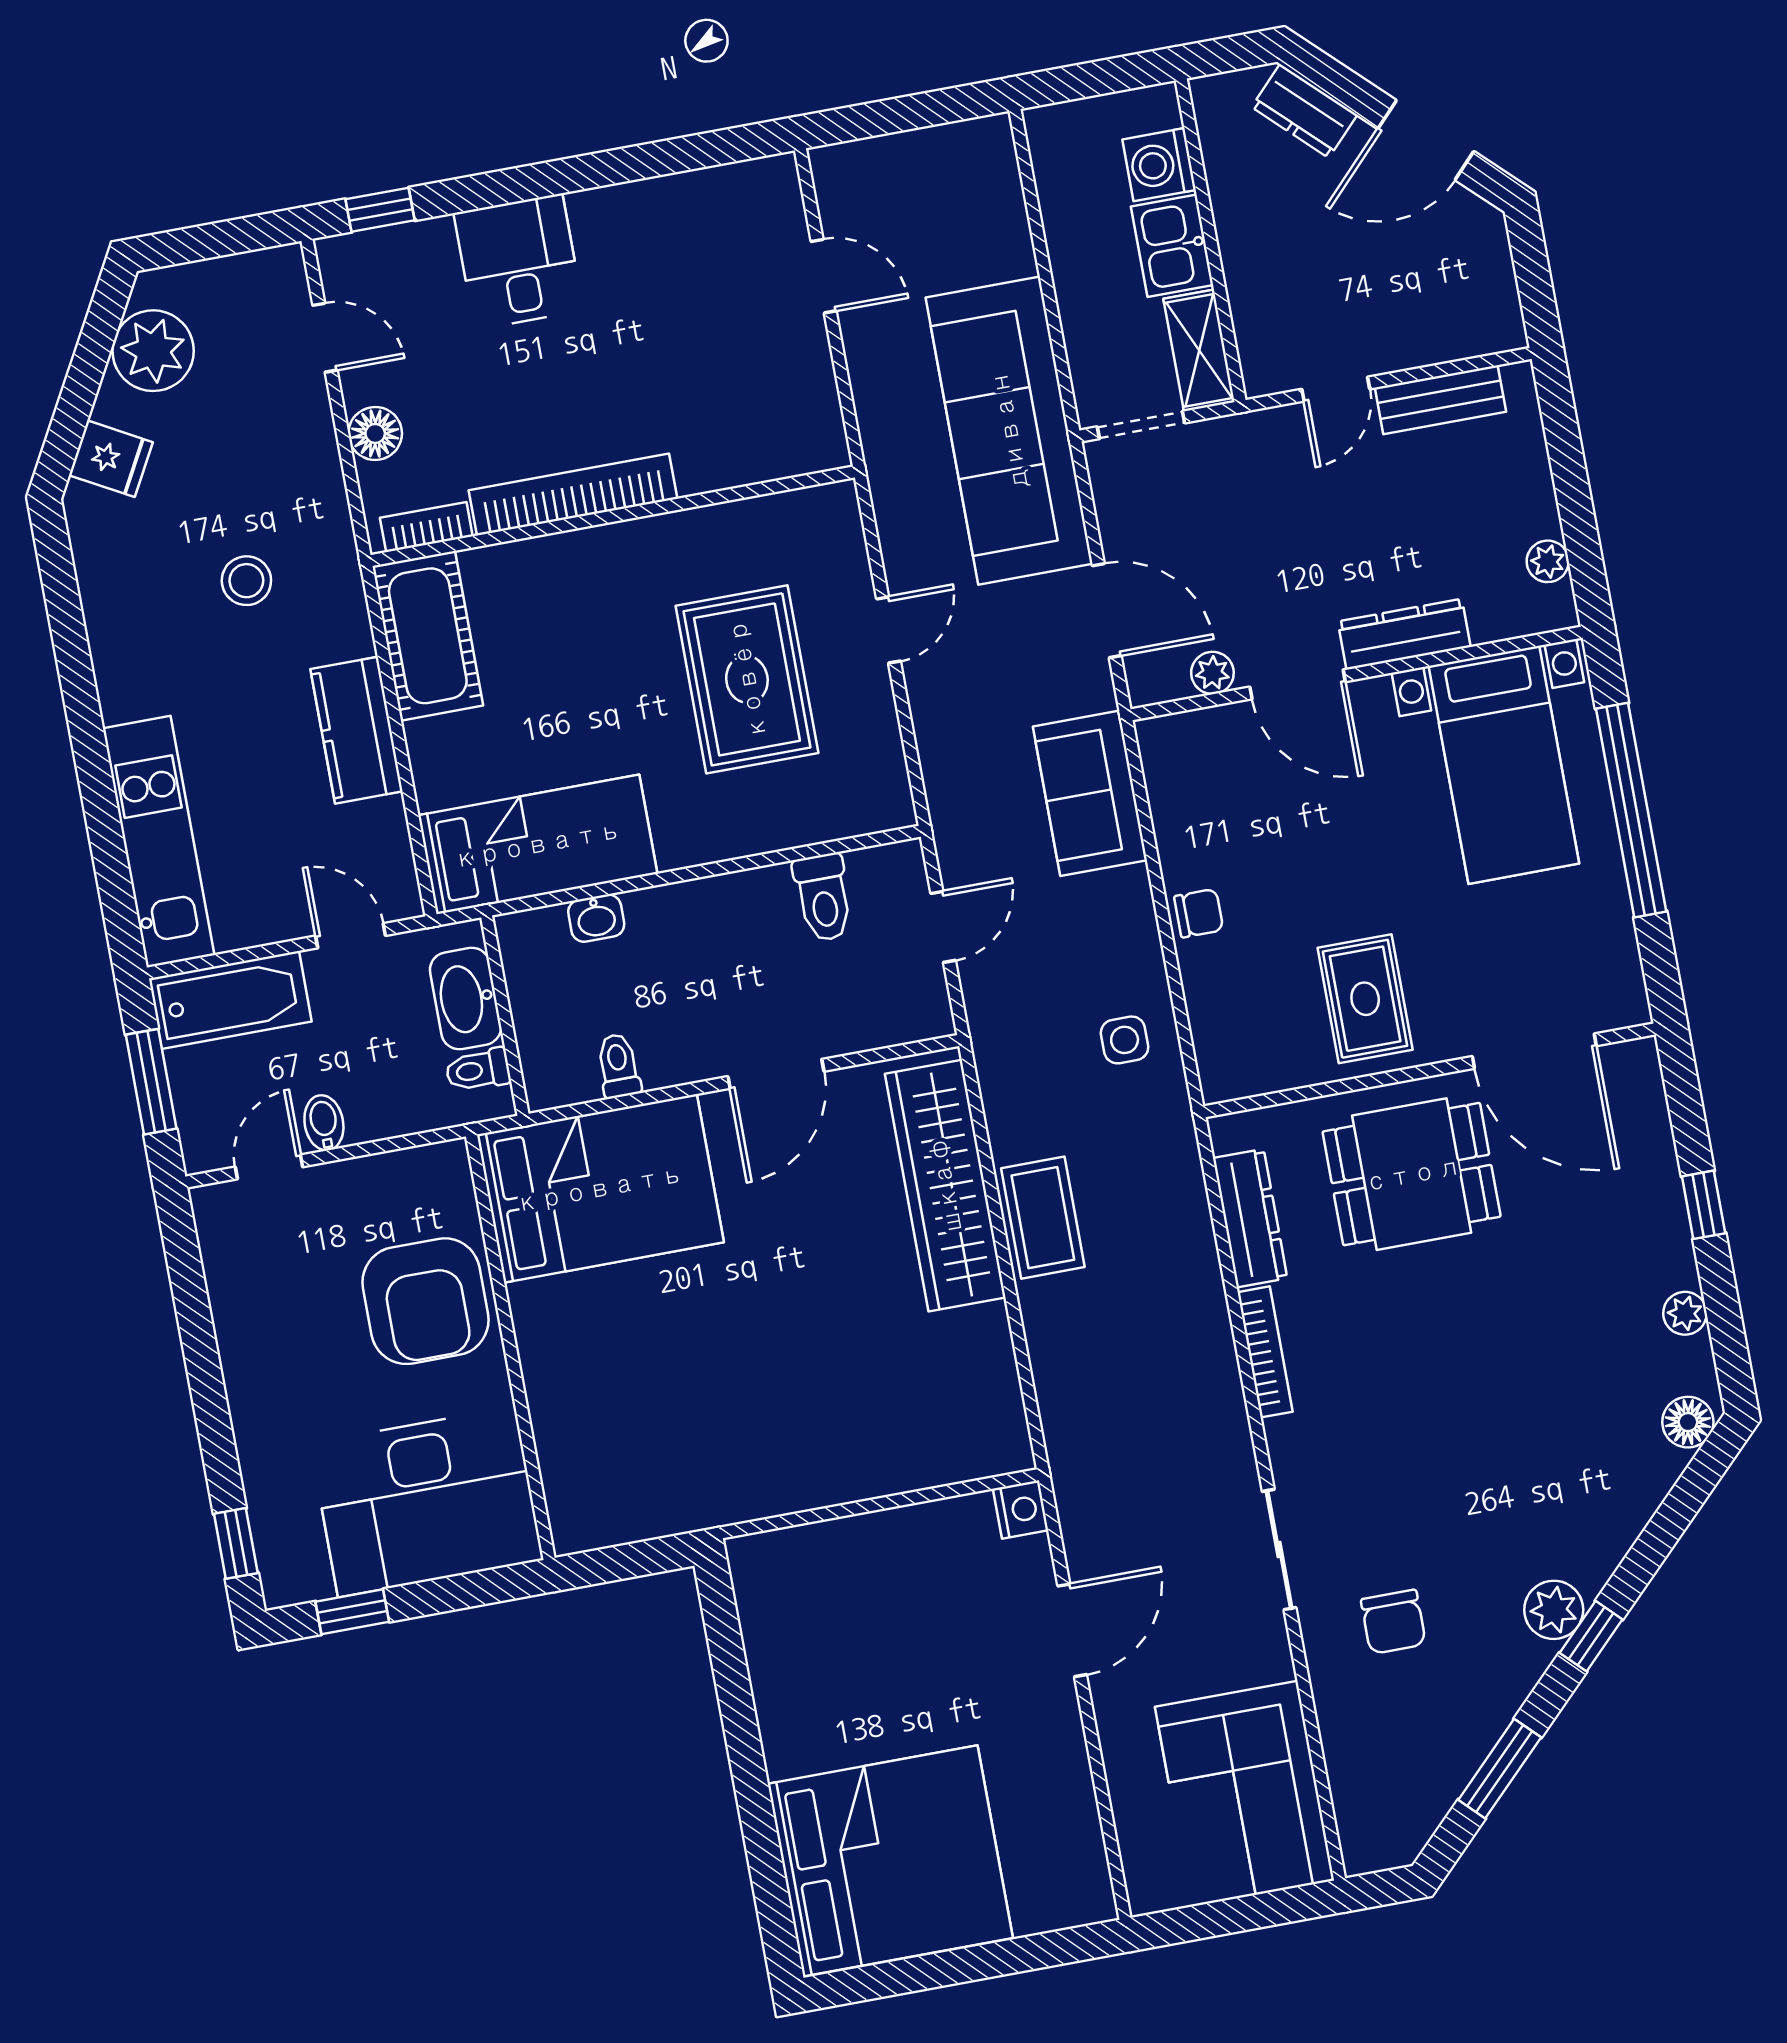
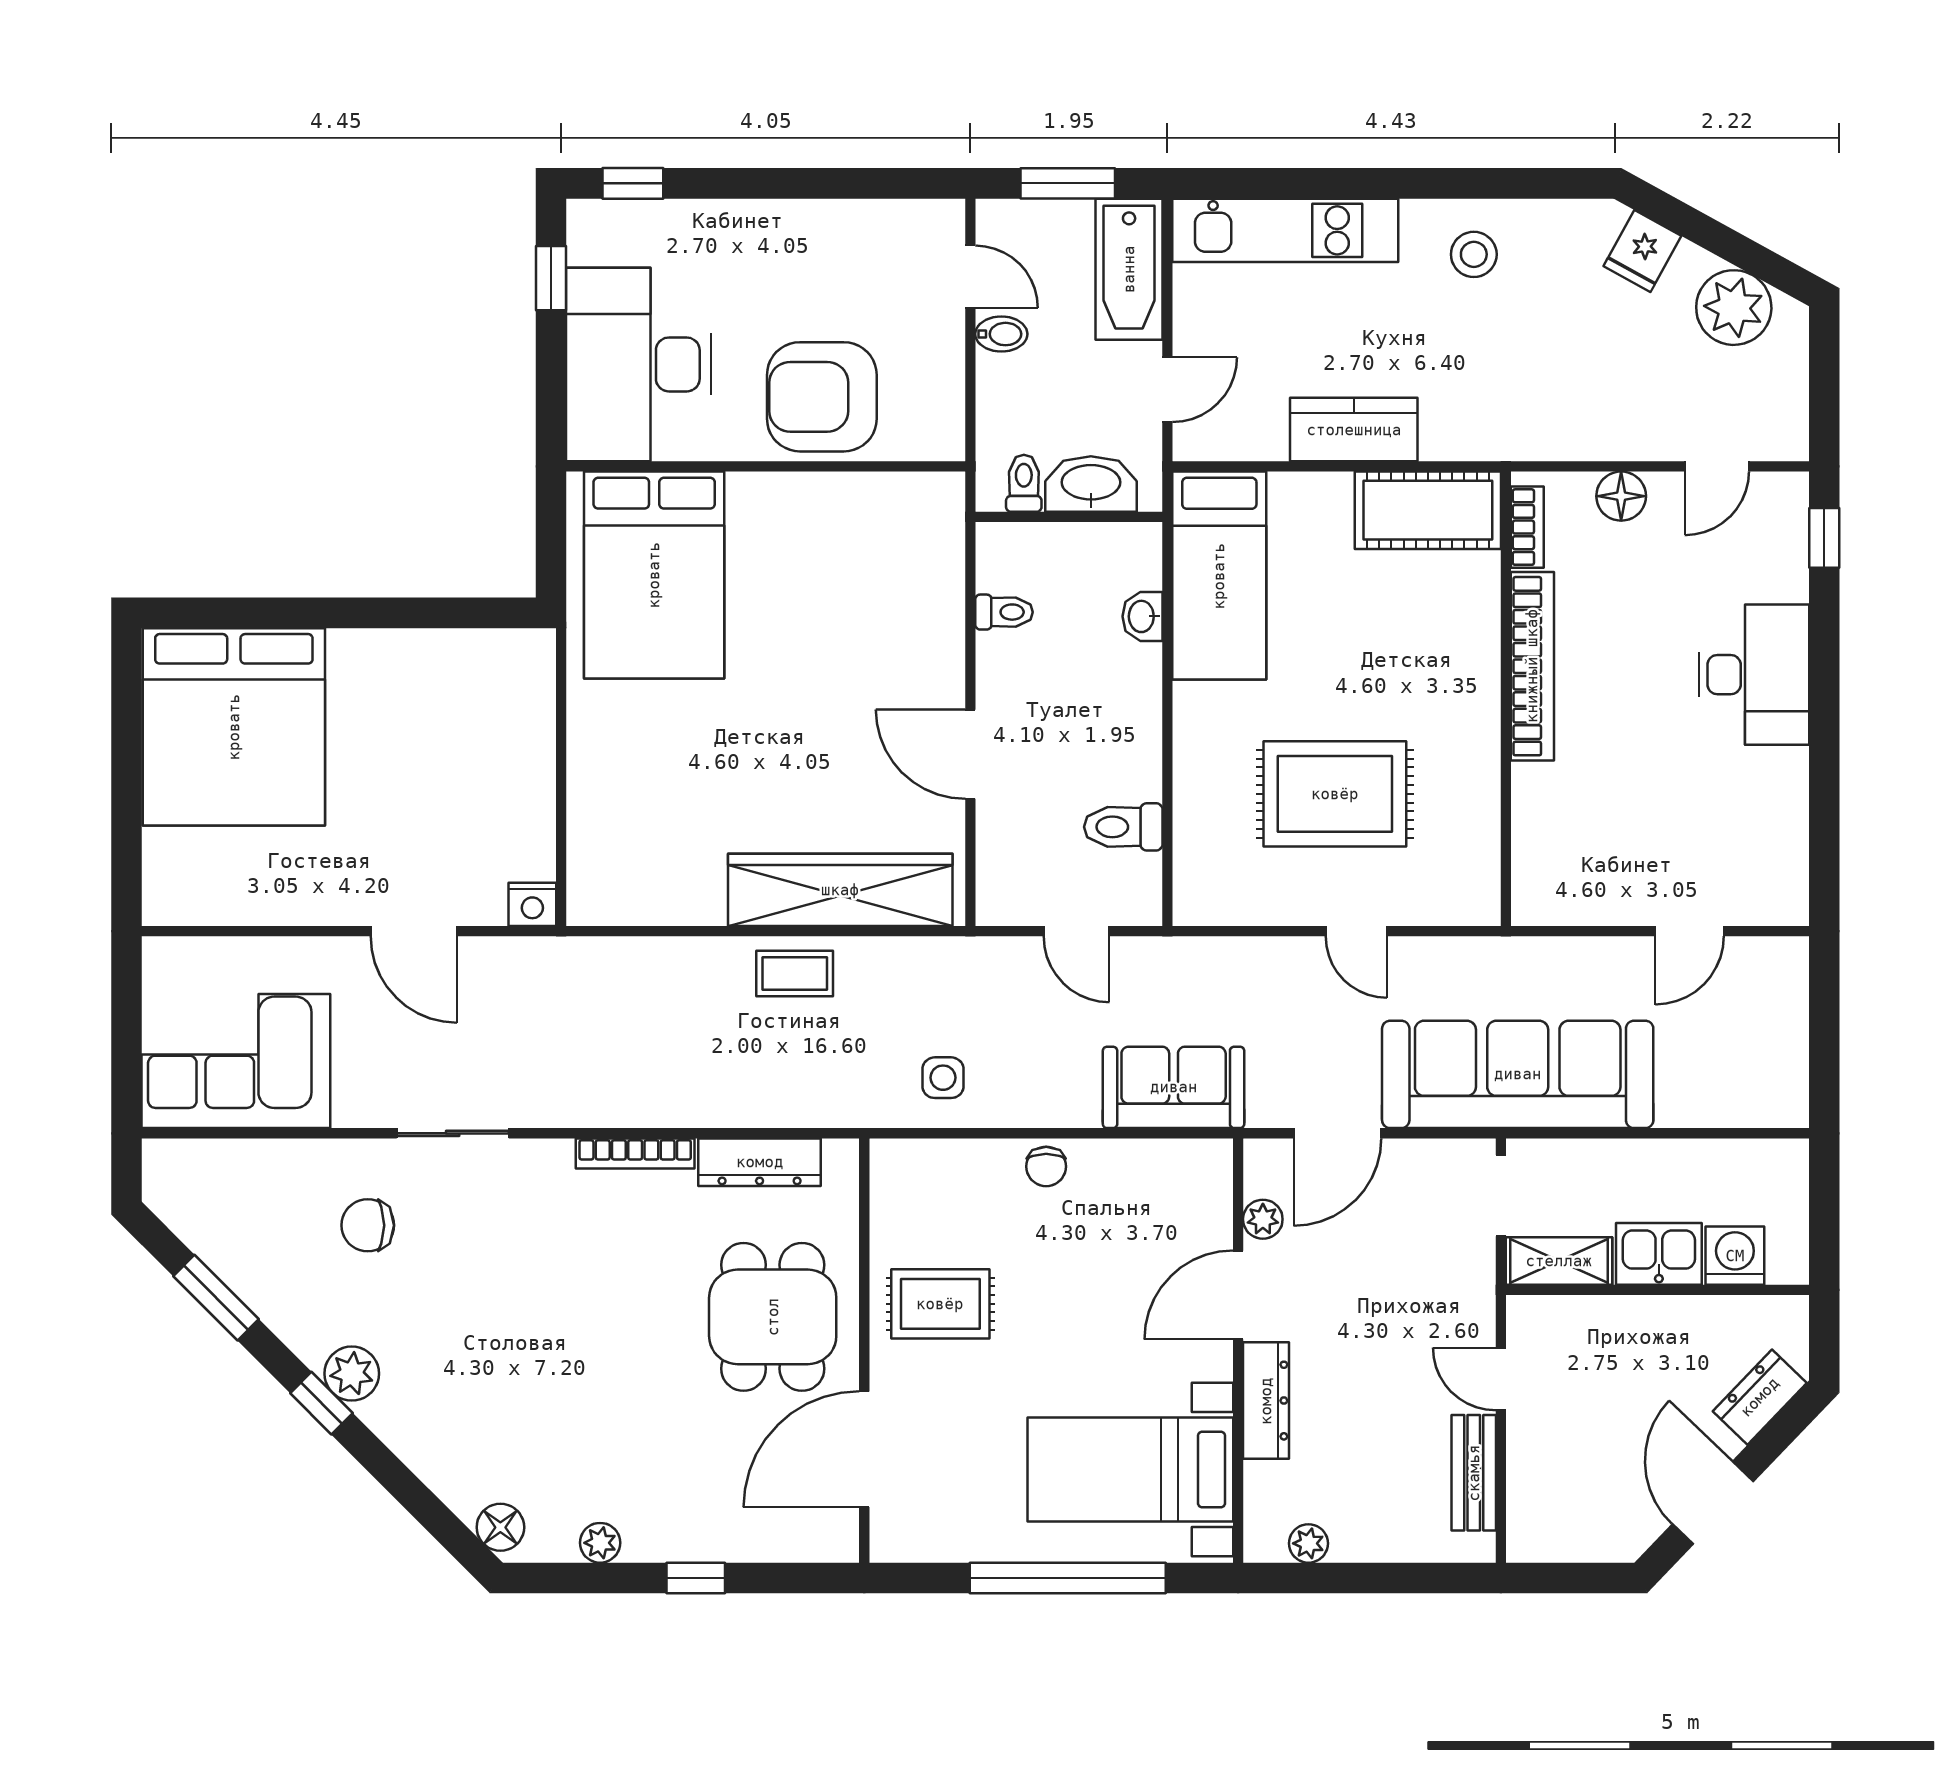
desk: (519, 262) -> (1754, 675), width x1.37
stool: (246, 581) -> (1474, 254), moved
bed: (600, 1188) -> (654, 575), moved
coffee table: (1043, 1218) -> (795, 974), width x0.73, depth x0.77

